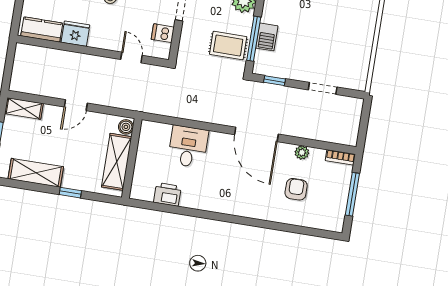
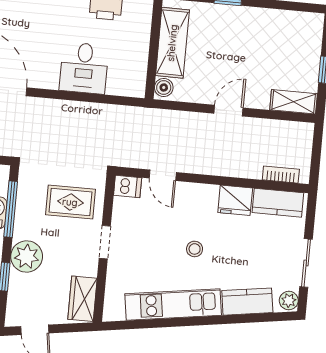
dishwasher: (163, 33) -> (128, 187), moved
rug: (228, 46) -> (70, 202), moved
bookcase: (38, 52) -> (281, 175), added
shelving: (36, 173) -> (273, 22), removed

